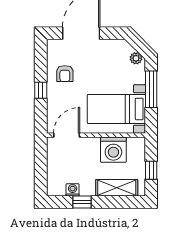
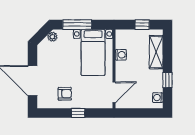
door: (67, 135) -> (114, 92), swing flipped
washing machine: (113, 150) -> (121, 55), width x0.53, depth x0.53
washing machine: (73, 190) -> (158, 98), moved

